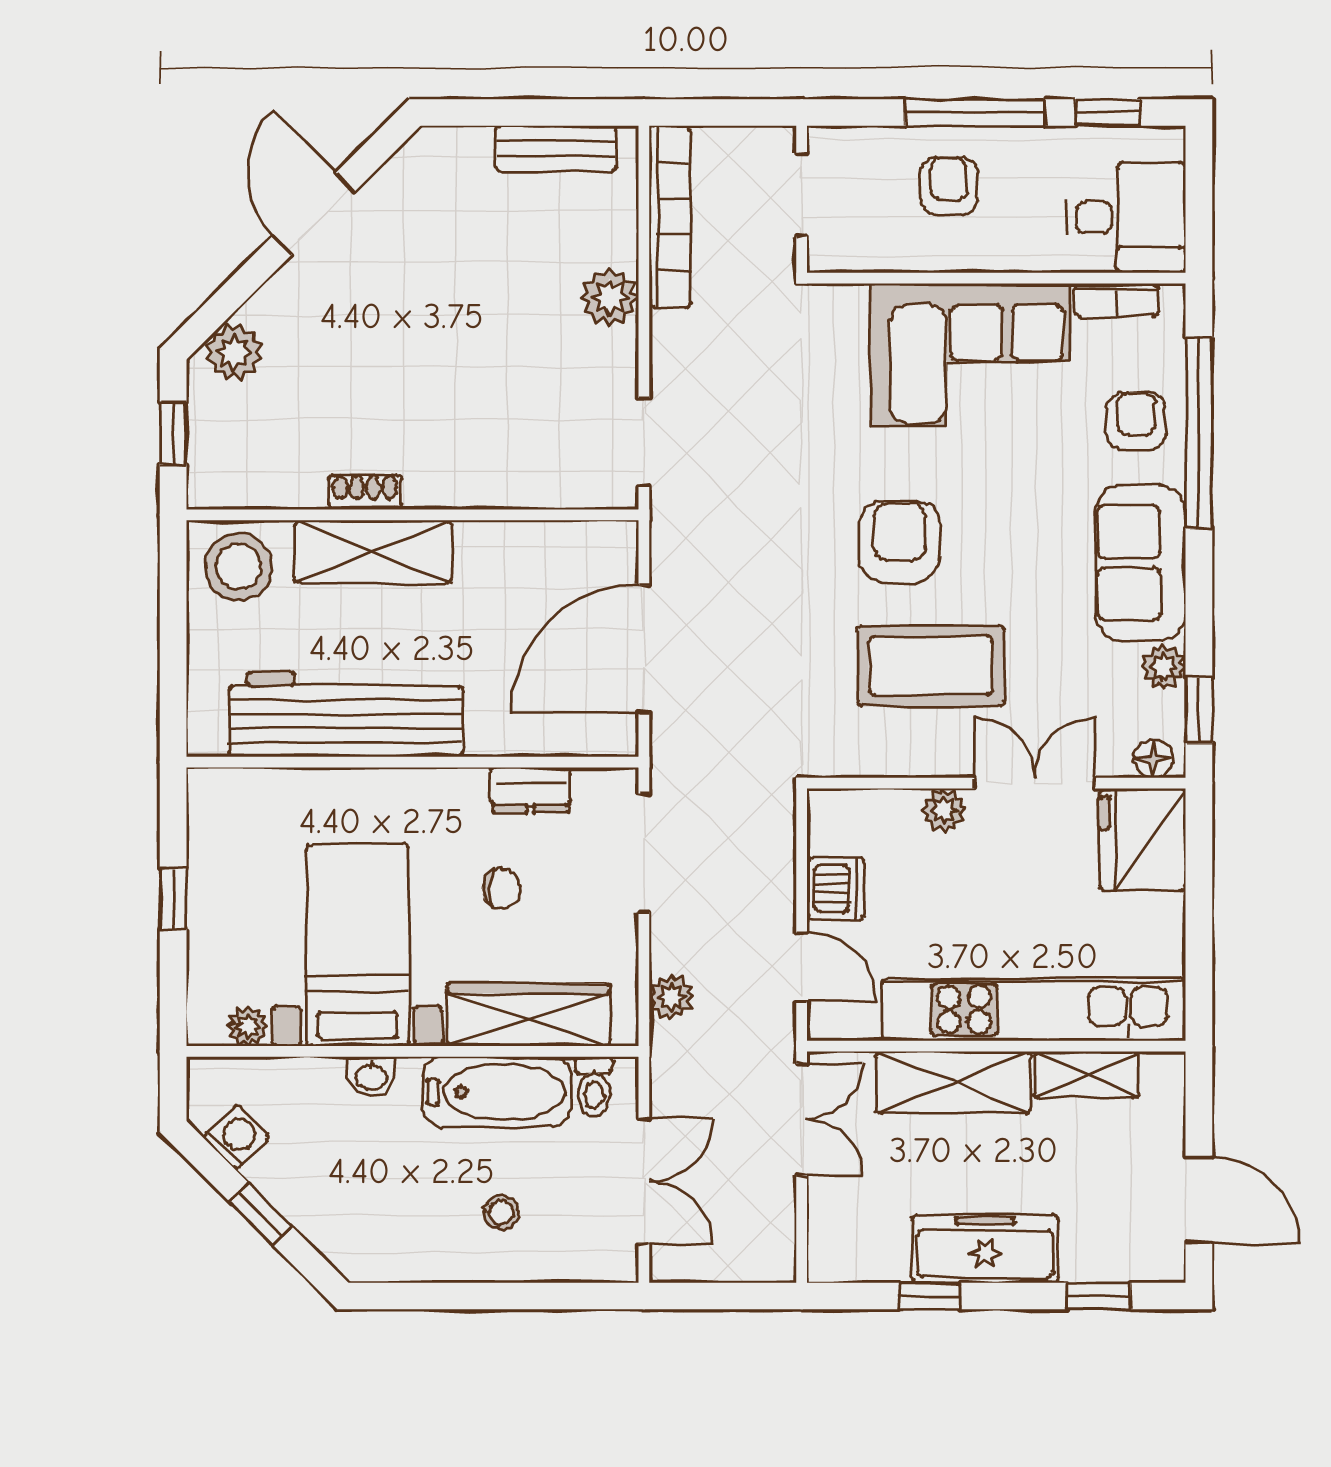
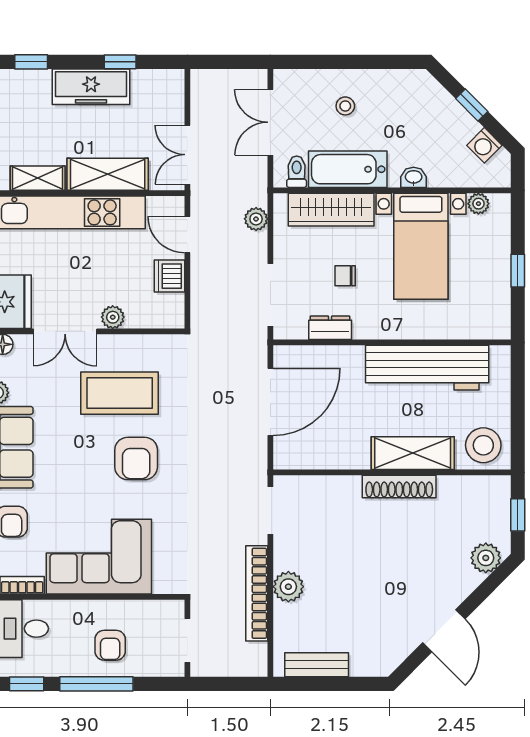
bookcase: (670, 216) -> (257, 593), moved
shoe rack: (365, 492) -> (399, 487), width x1.94, depth x1.24

